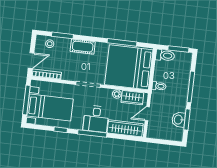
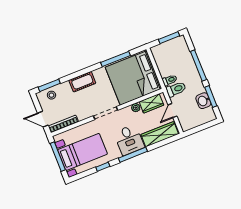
window: (62, 35) -> (49, 85), moved
toilet: (165, 55) -> (176, 89), moved
door: (31, 60) -> (43, 119), swing flipped

